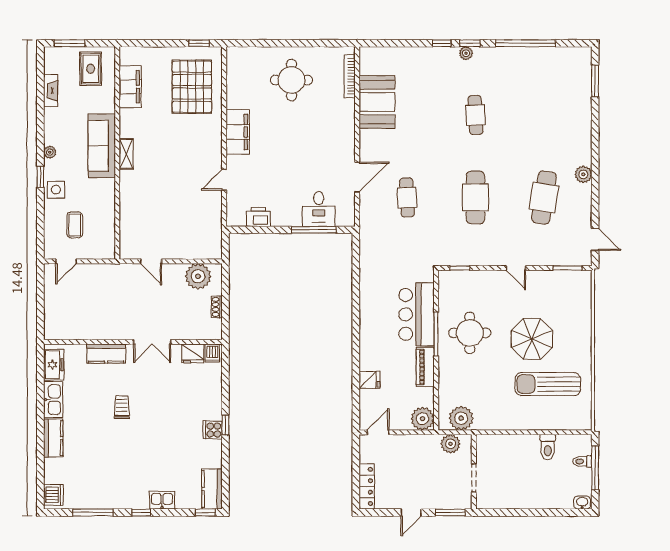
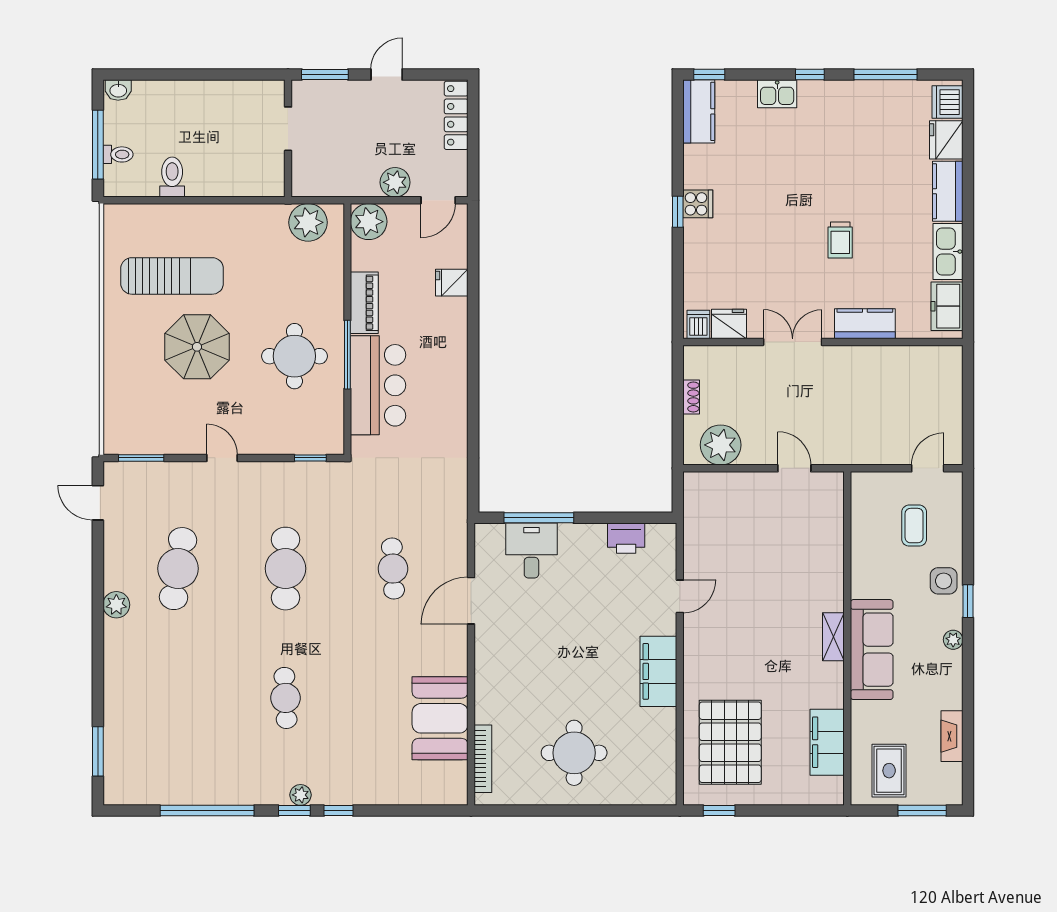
plant: (451, 444) -> (395, 182), moved
fridge: (54, 471) -> (946, 140), added

